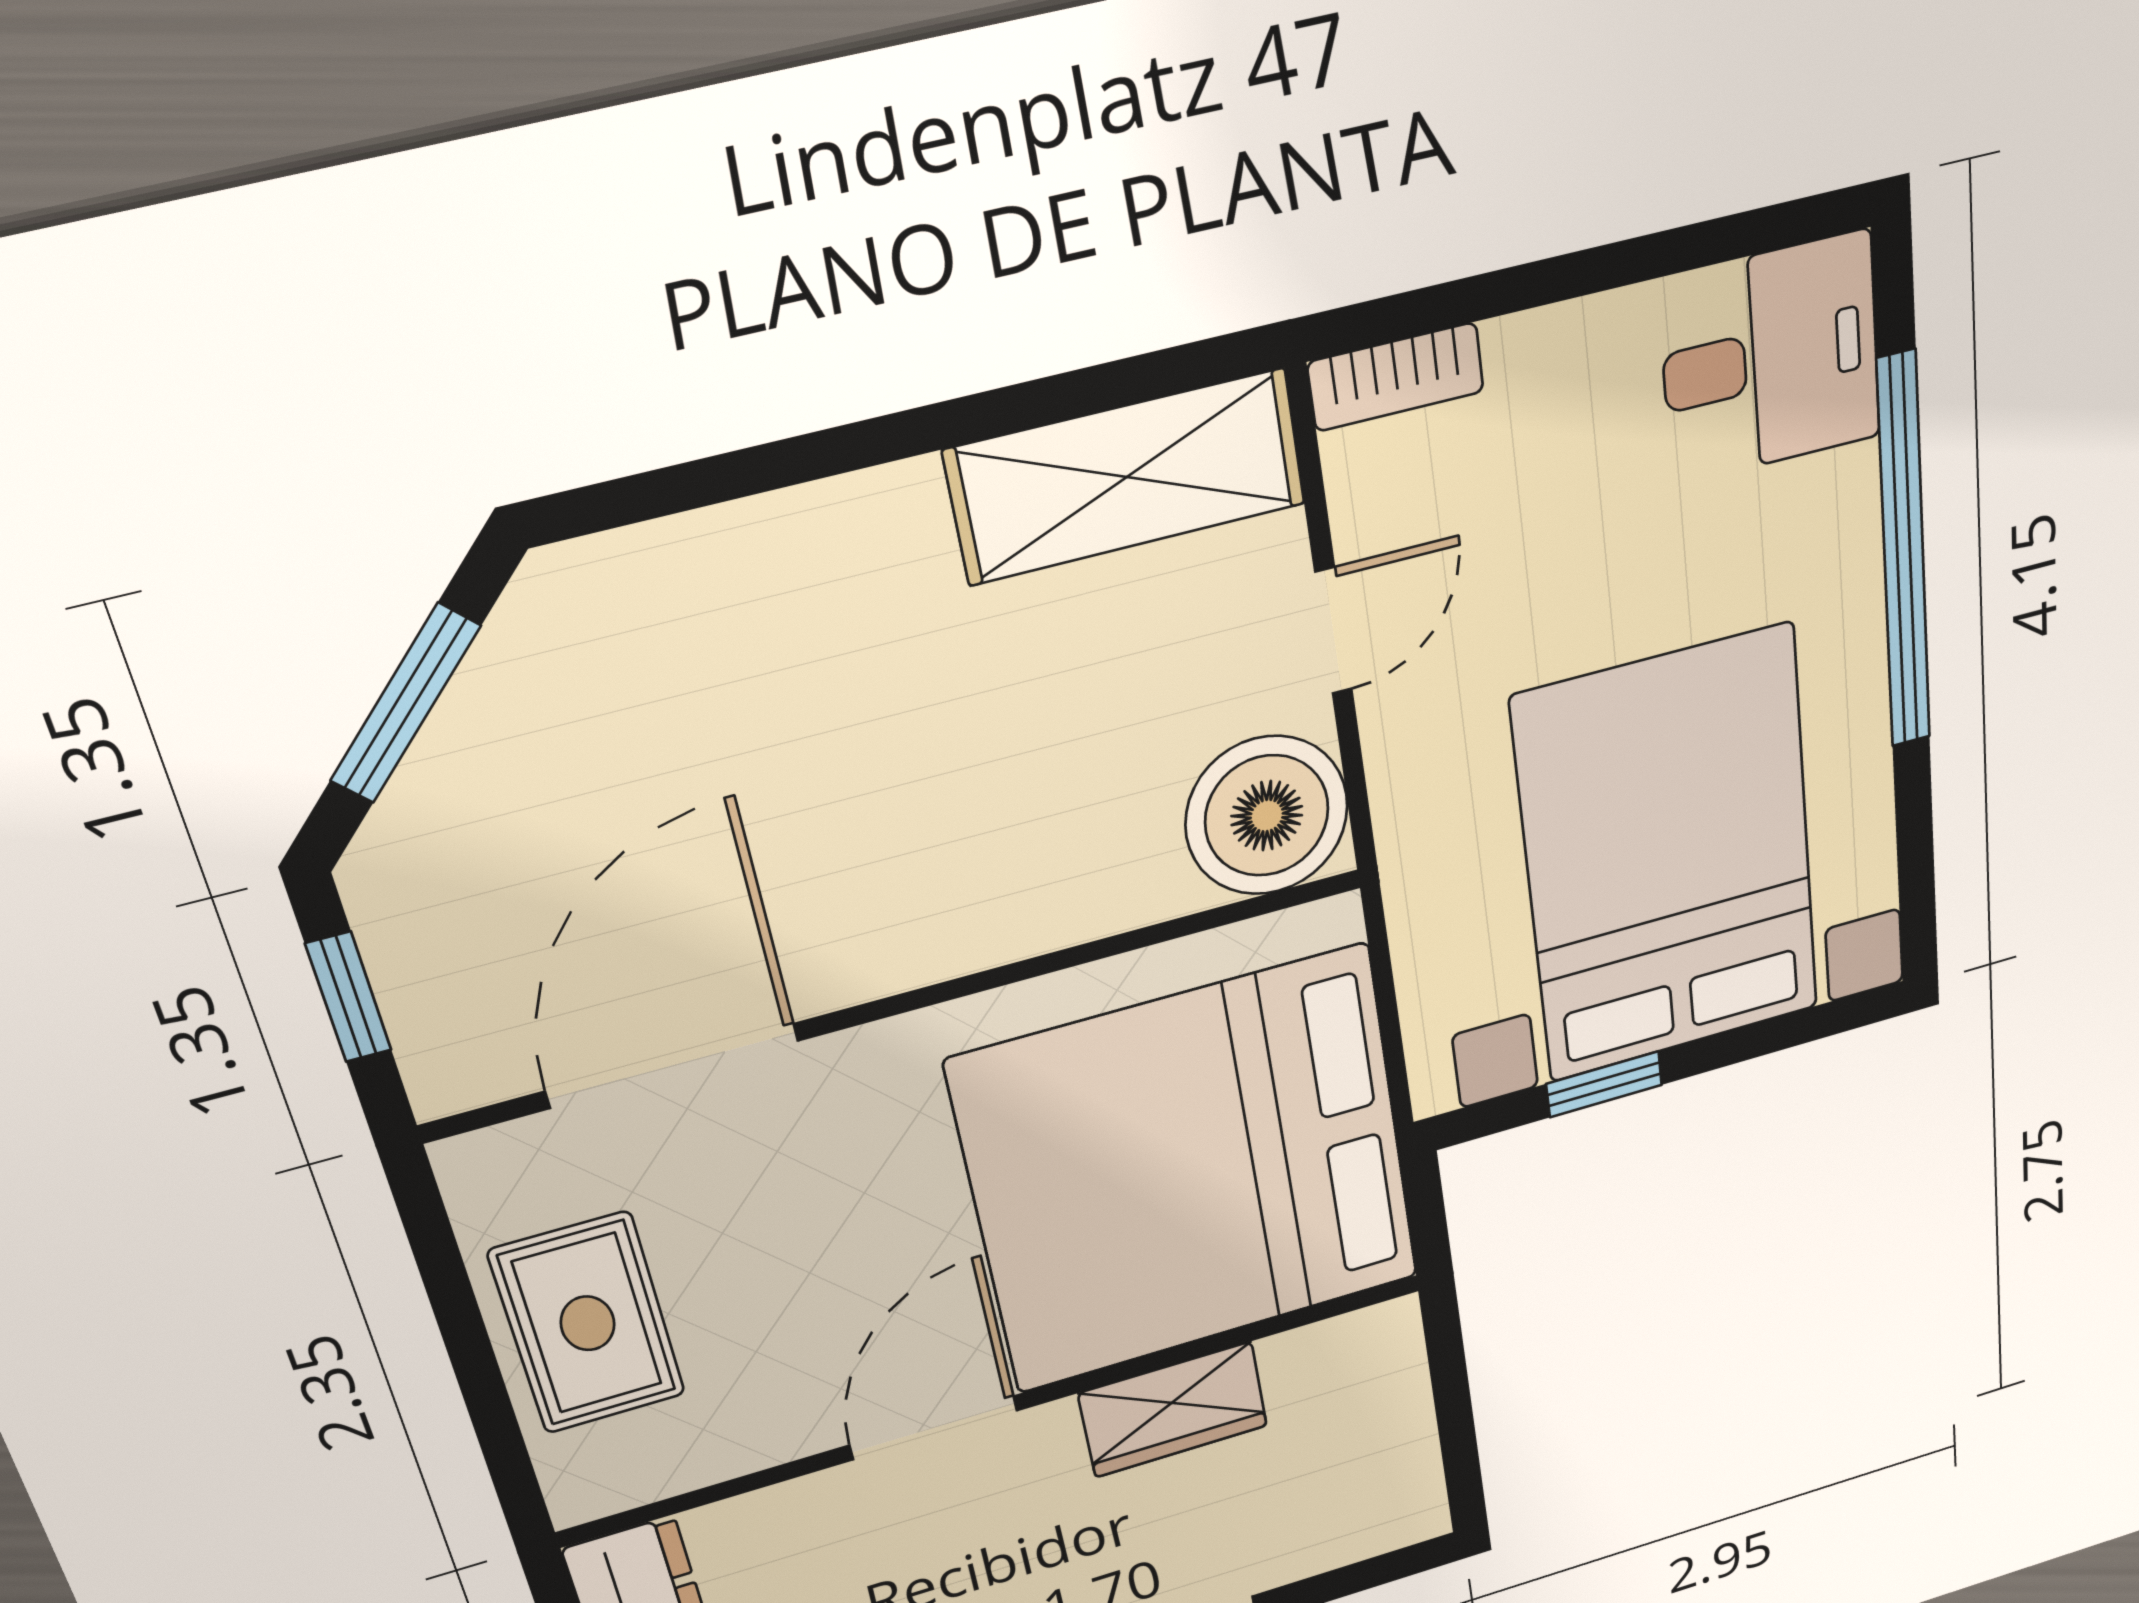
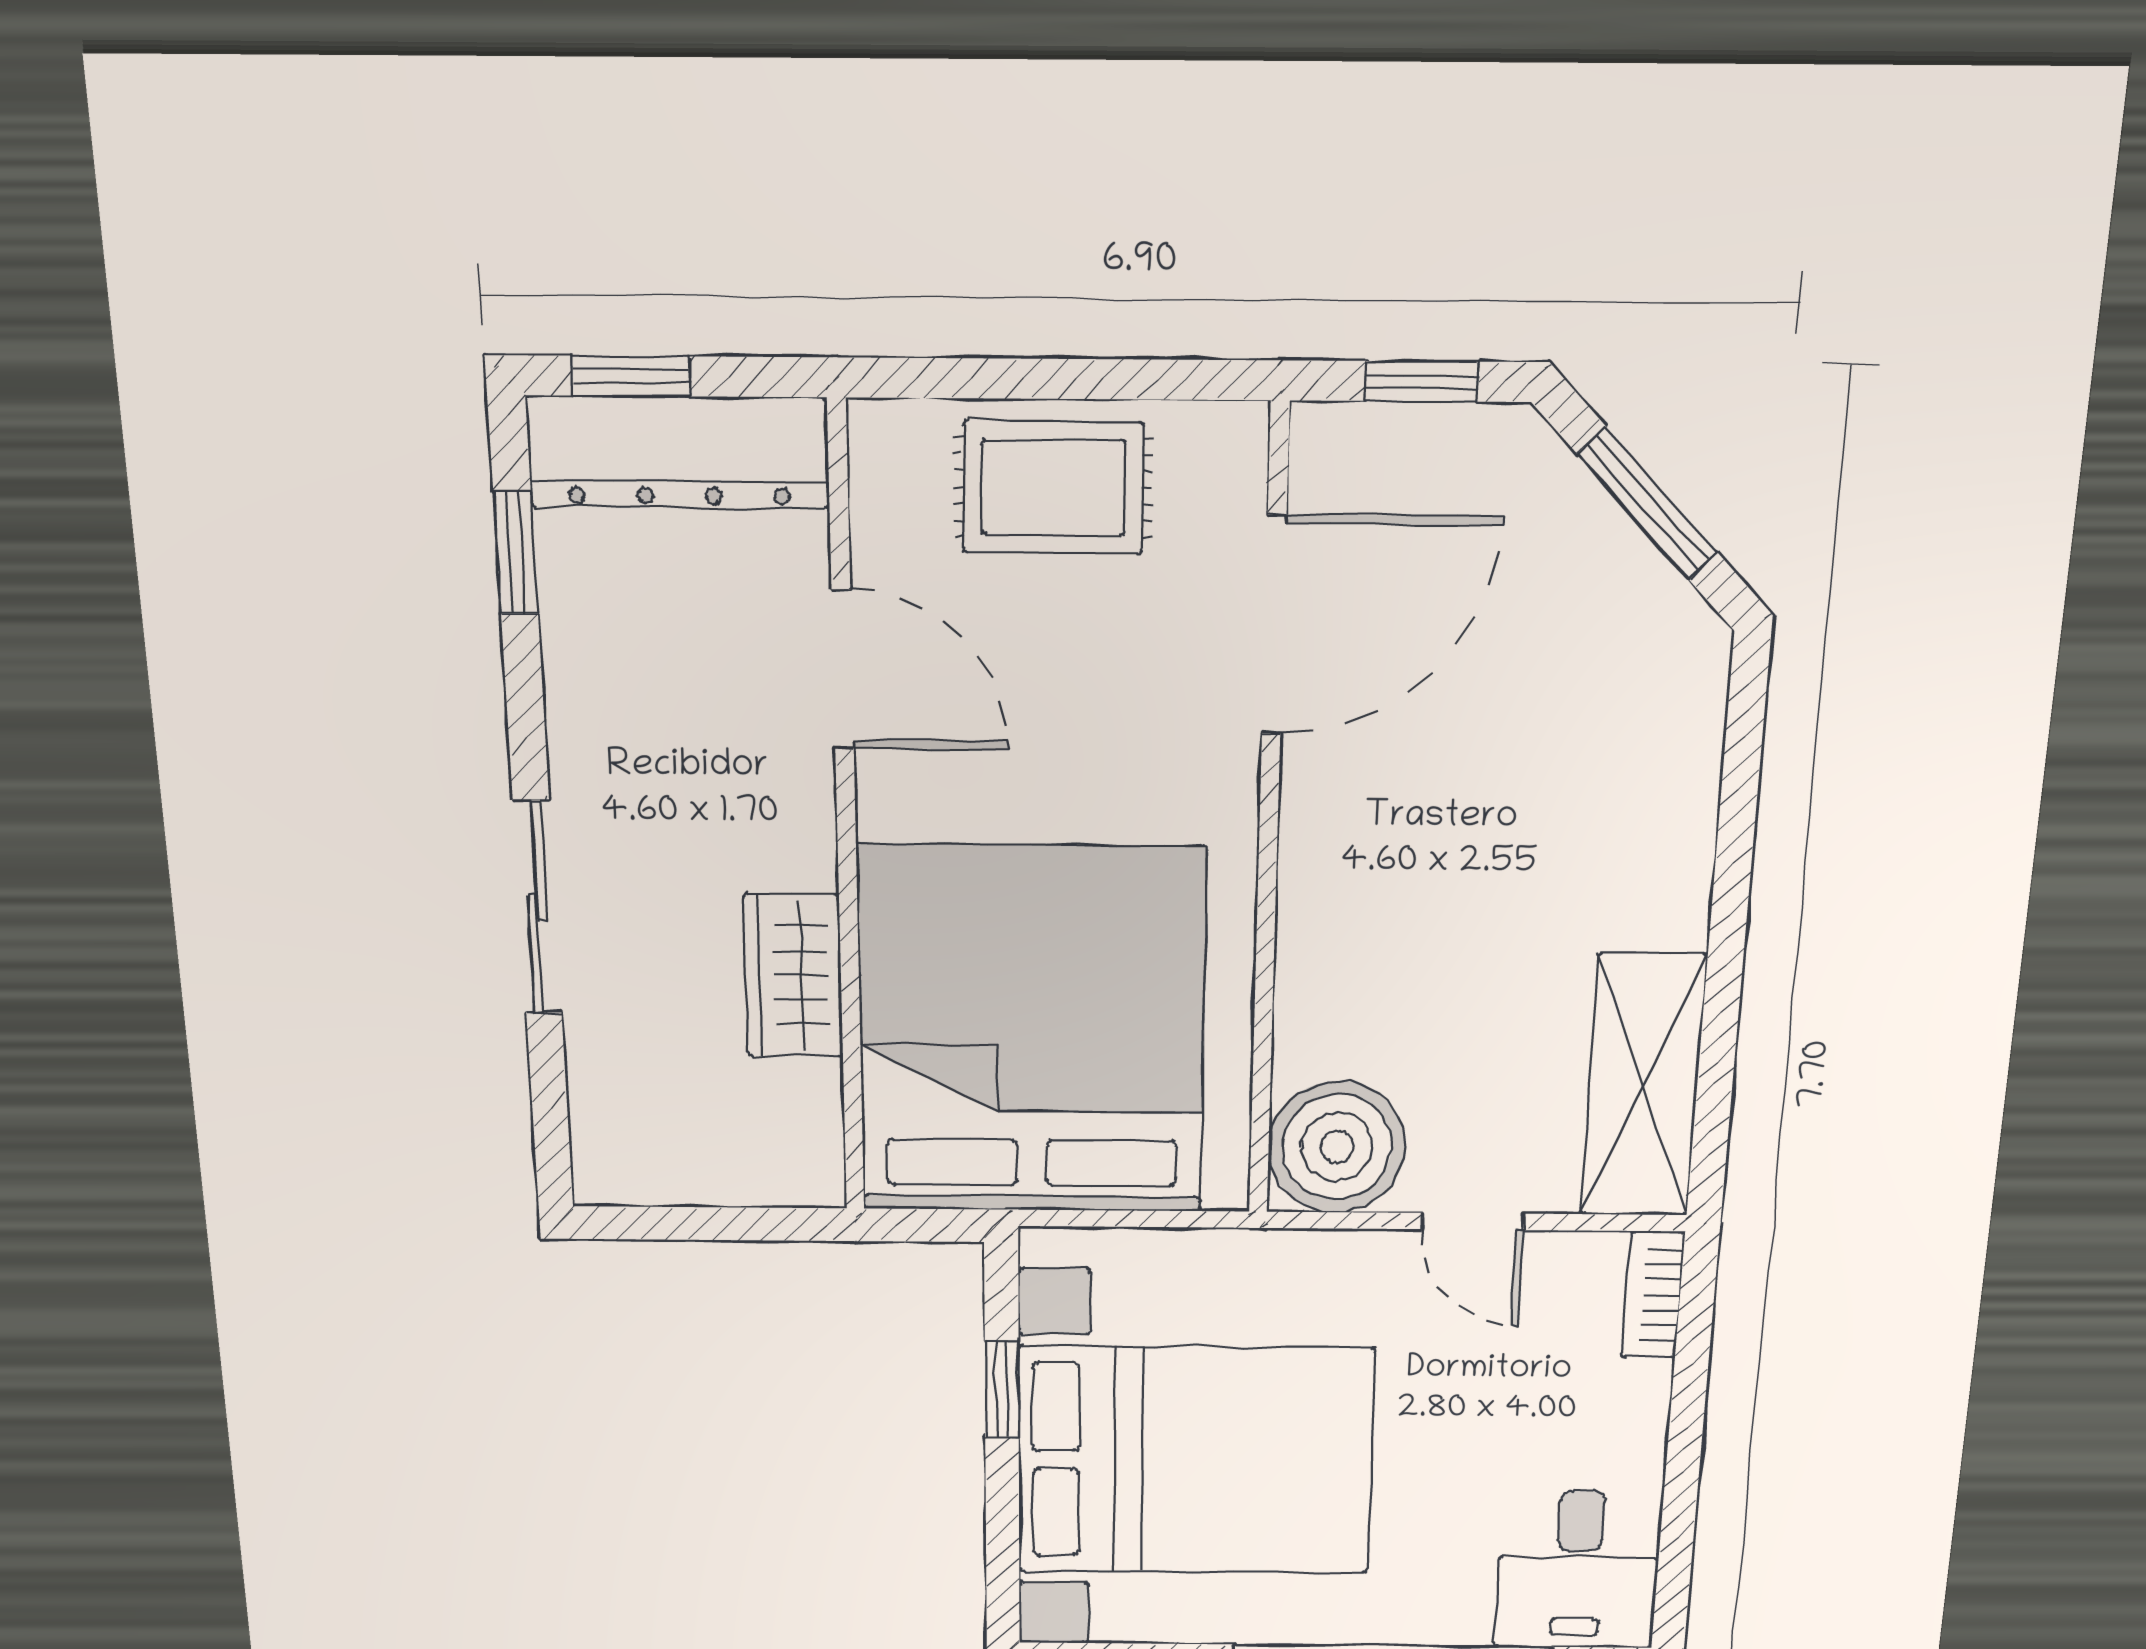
door: (673, 1066) -> (1274, 625), hinge flipped
door: (934, 1428) -> (843, 670), moved

